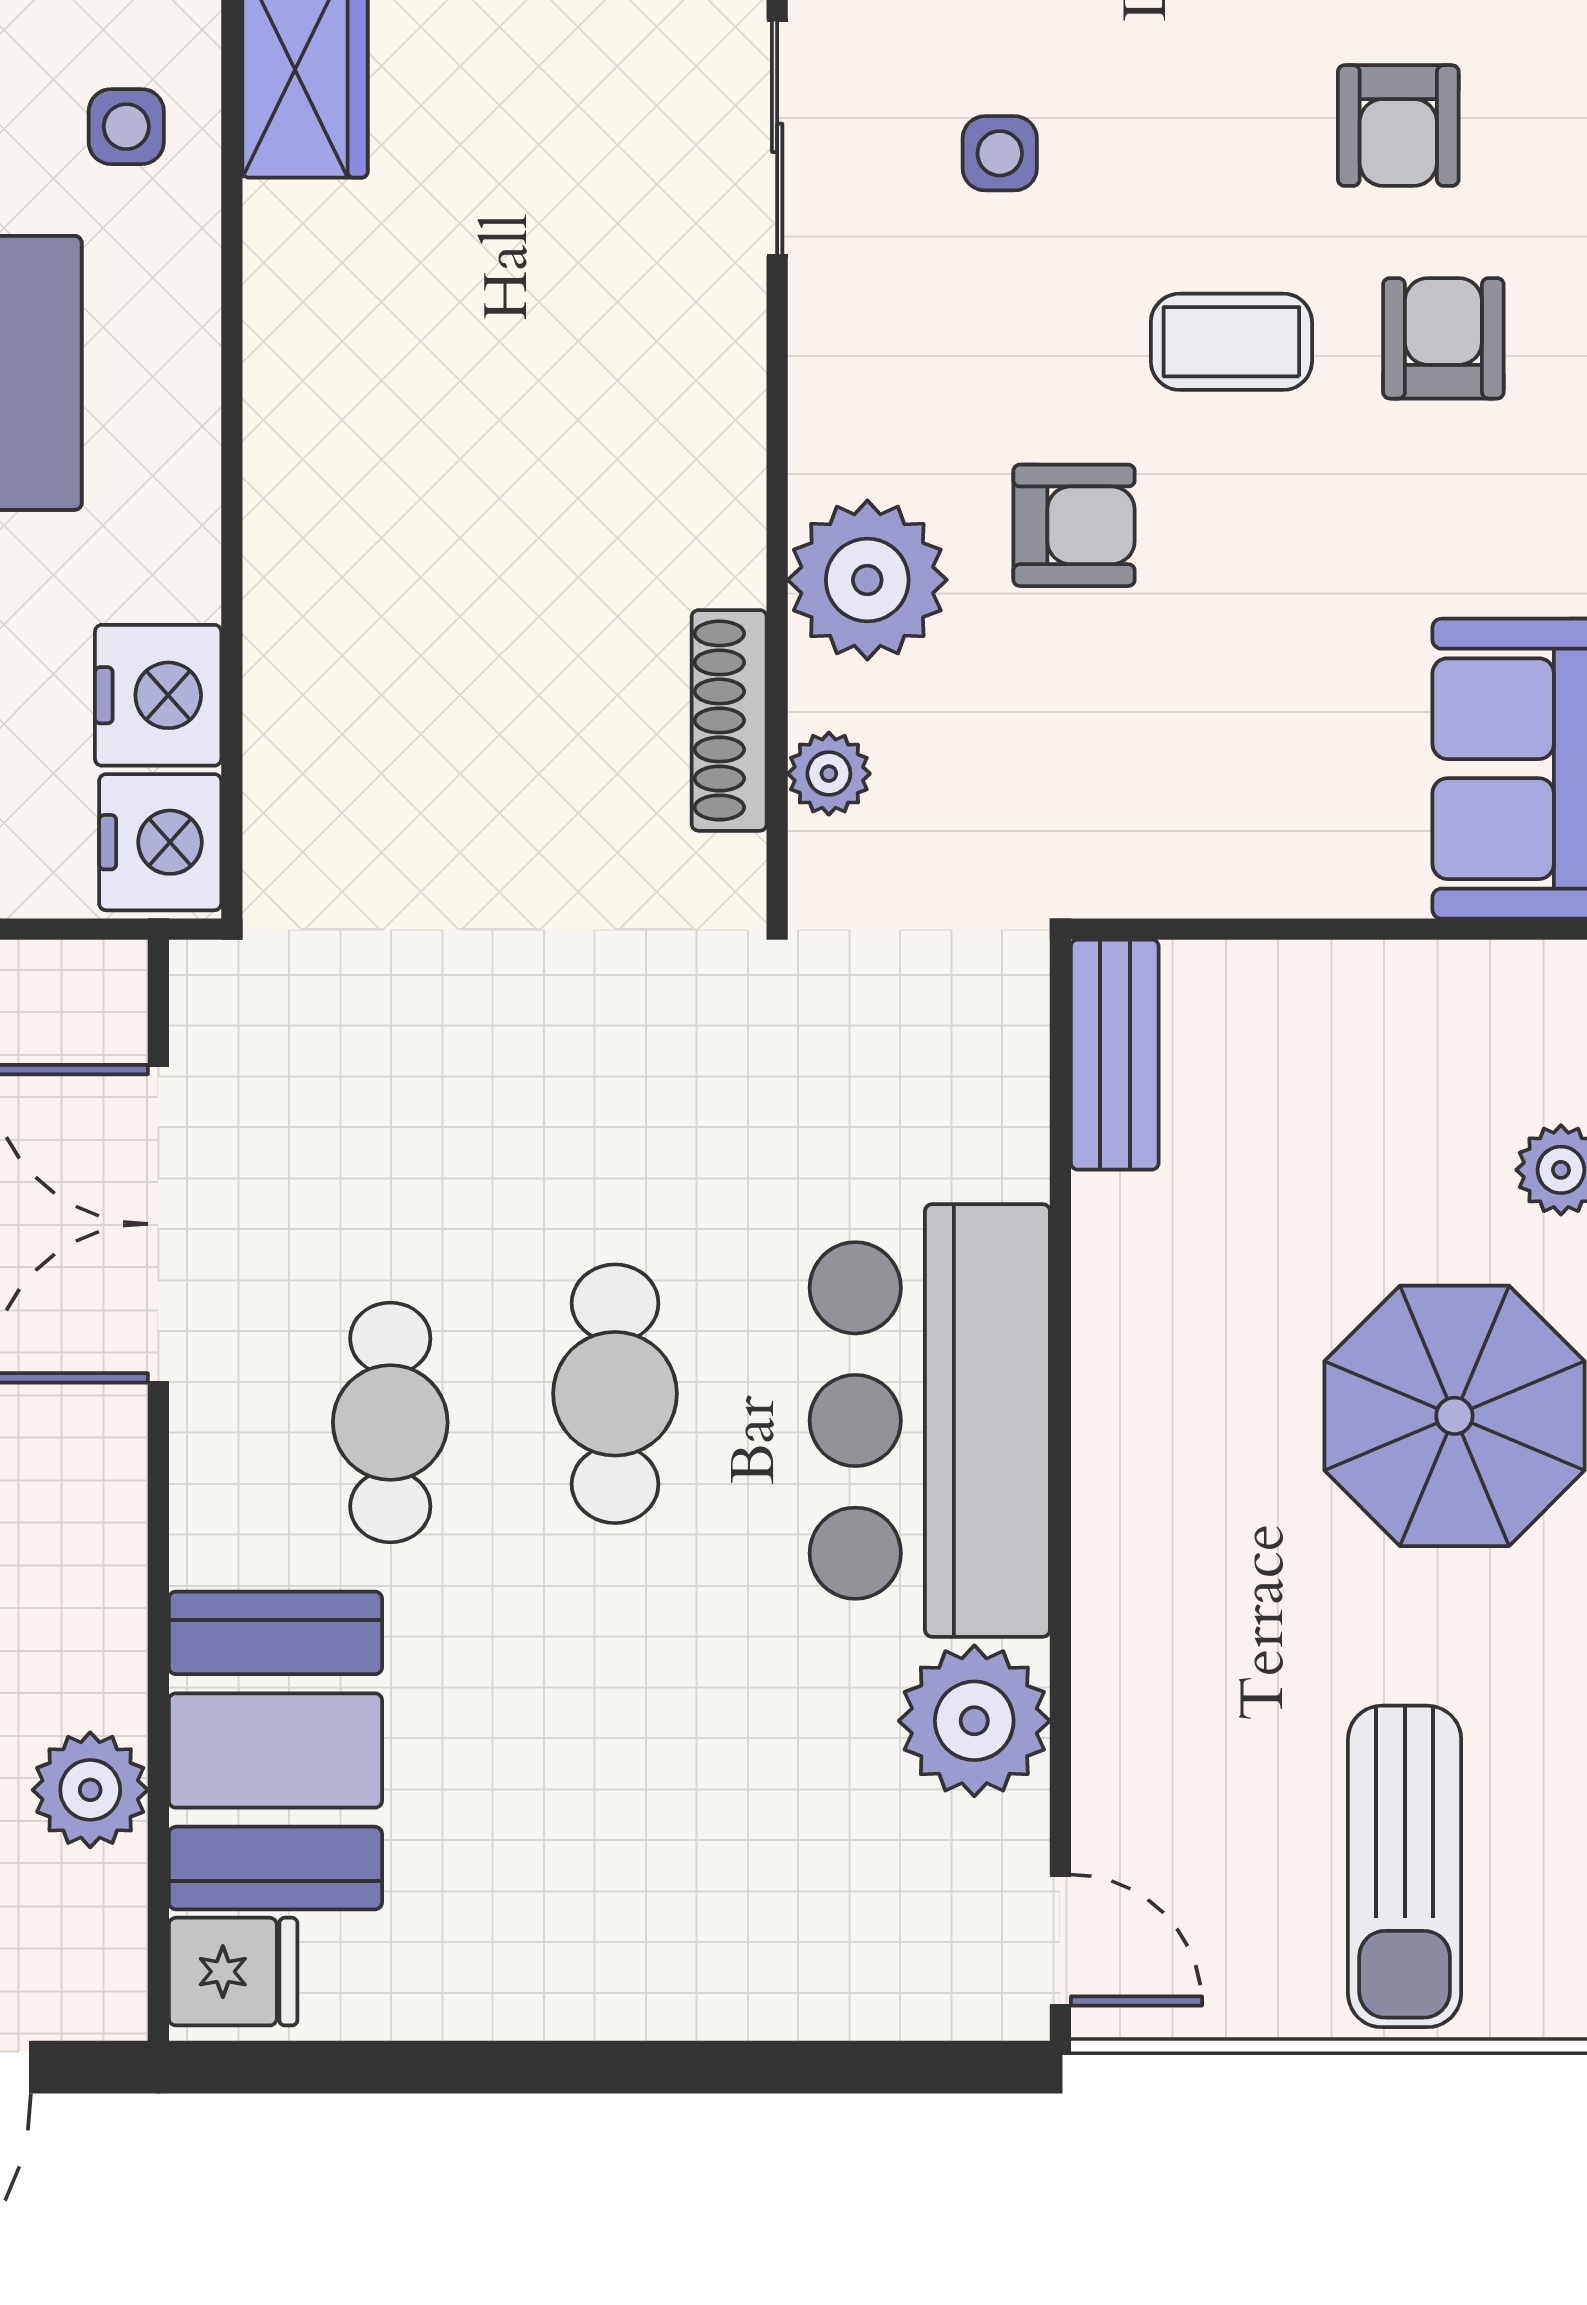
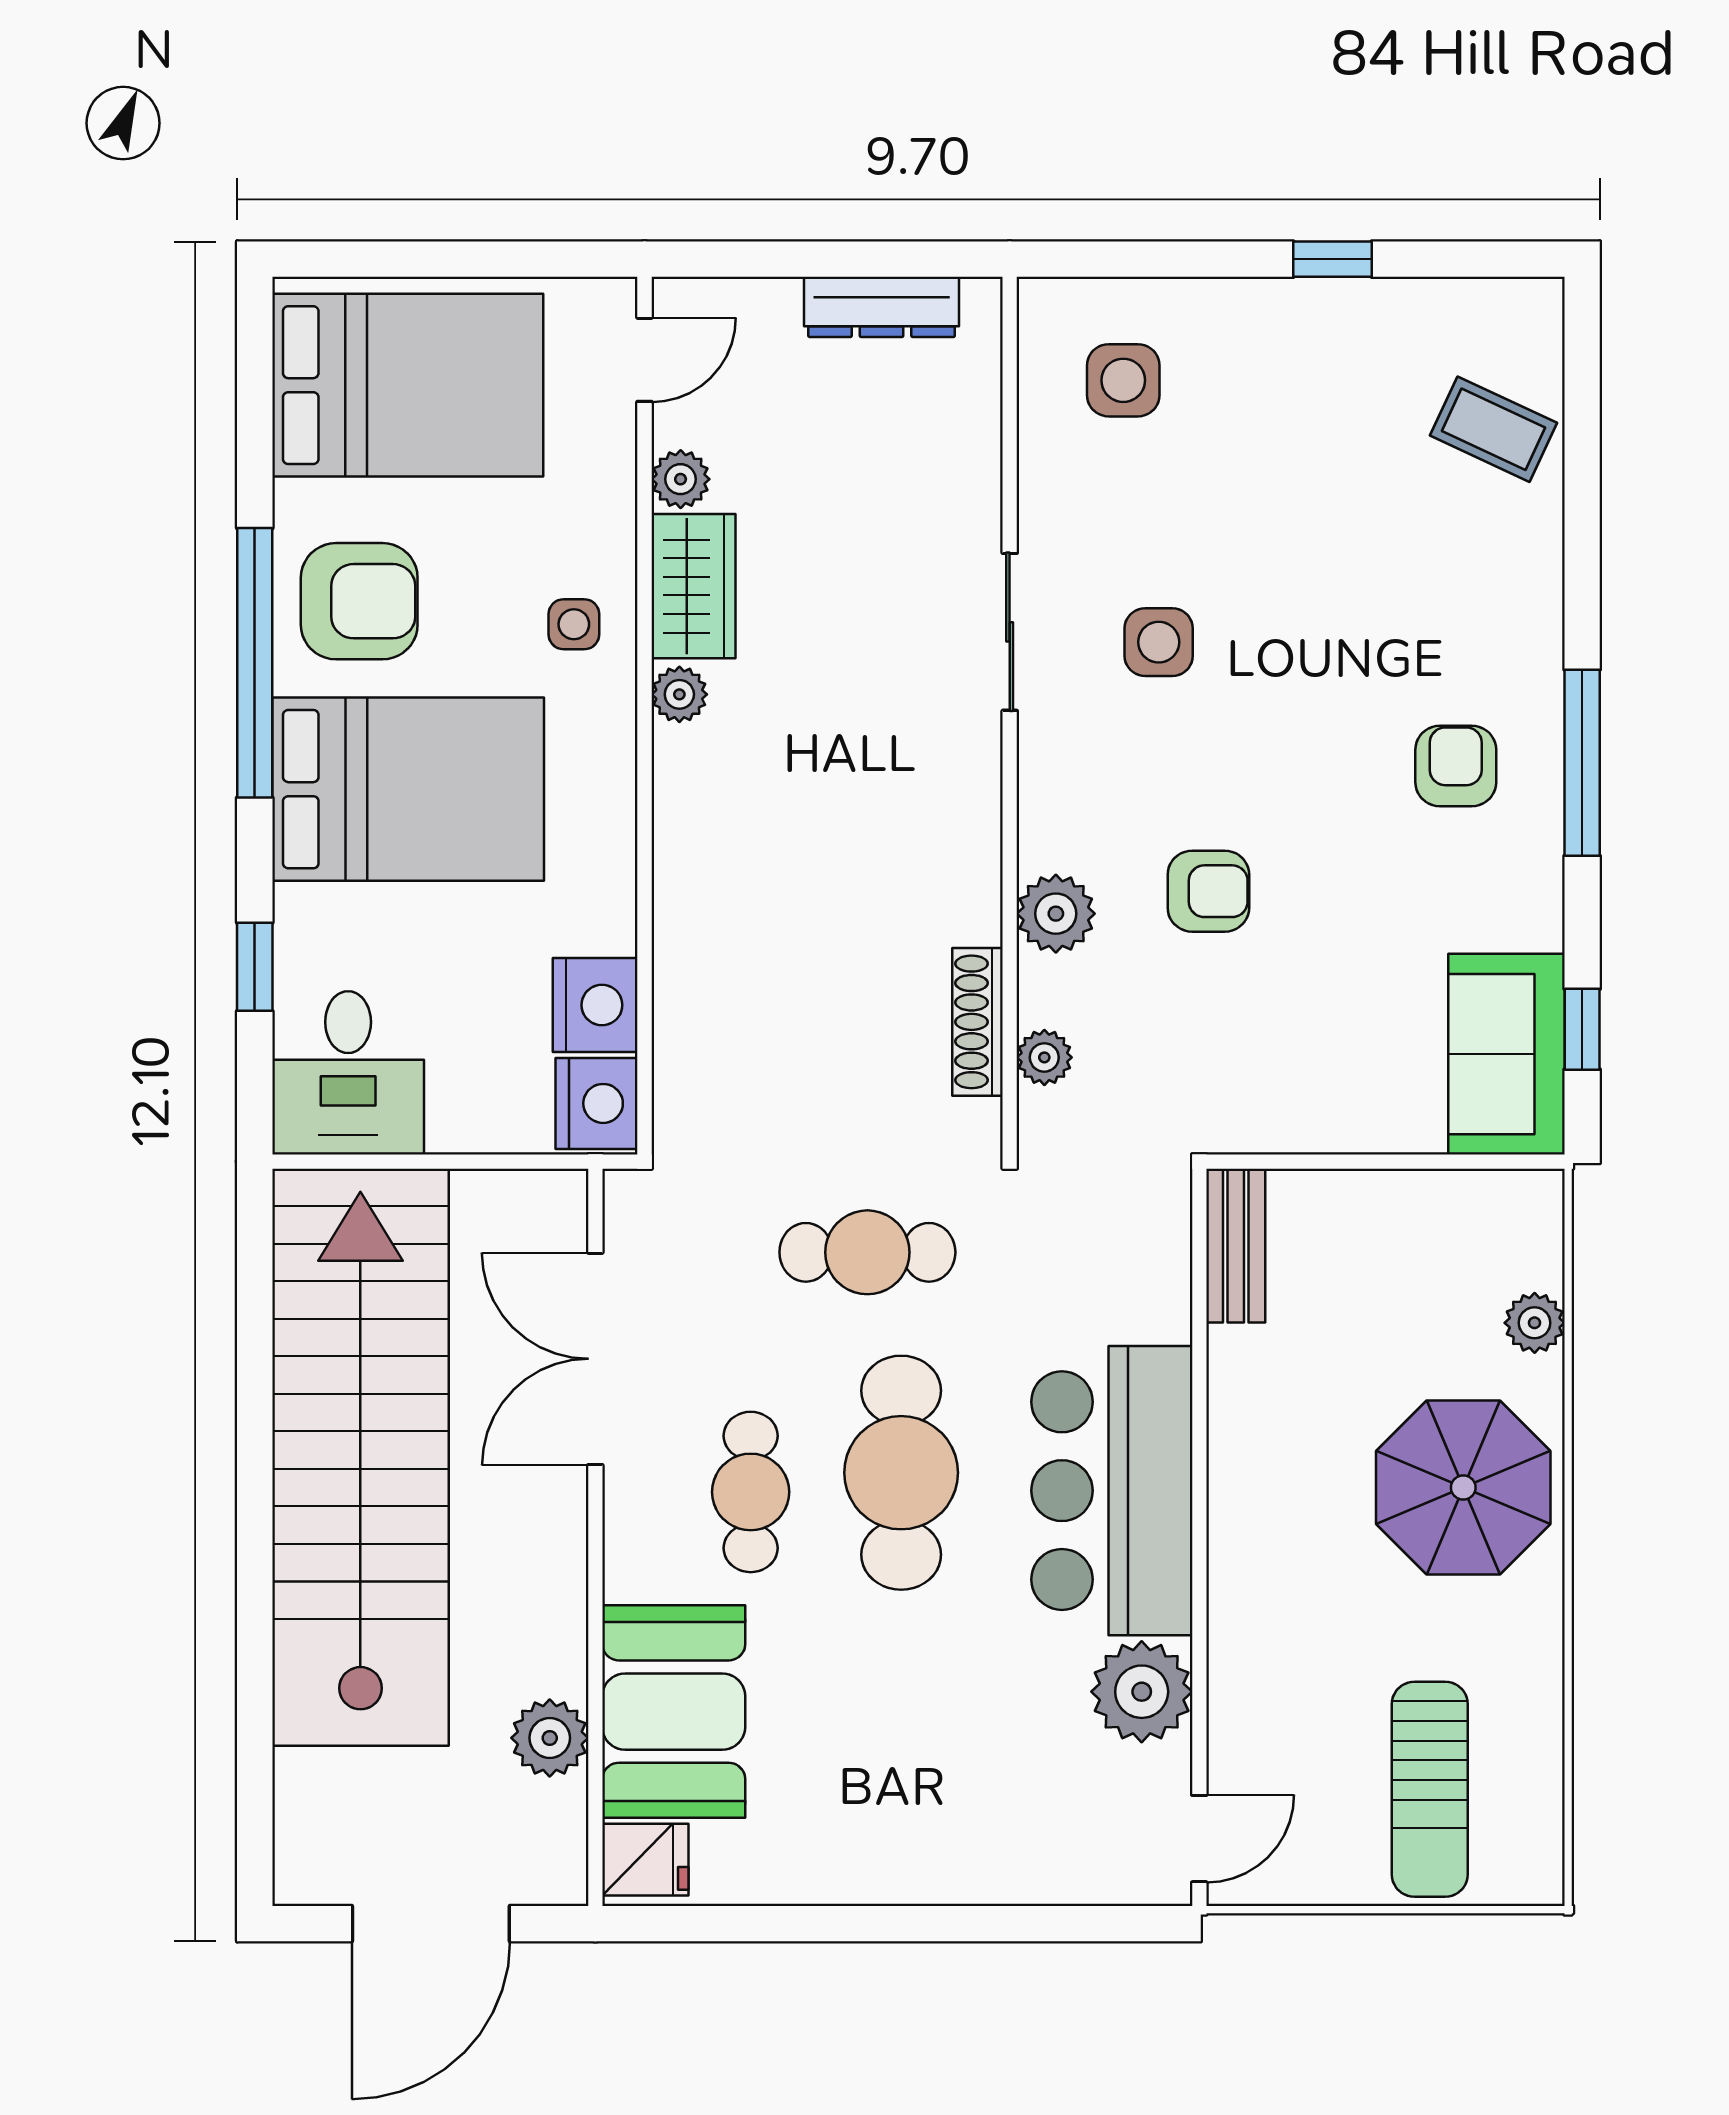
armchair: (1398, 126) -> (1426, 624), removed
side table: (1000, 153) -> (1159, 642), width x1.37, depth x1.37
plant: (284, 231) -> (679, 694), added
coffee table: (1231, 342) -> (1314, 768), removed
plant: (867, 580) -> (1056, 914), width x0.73, depth x0.73
cafe table: (565, 1065) -> (867, 1252), added
cafe table: (615, 1394) -> (901, 1473), width x1.37, depth x1.35
door: (1060, 1940) -> (1199, 1839), hinge flipped

